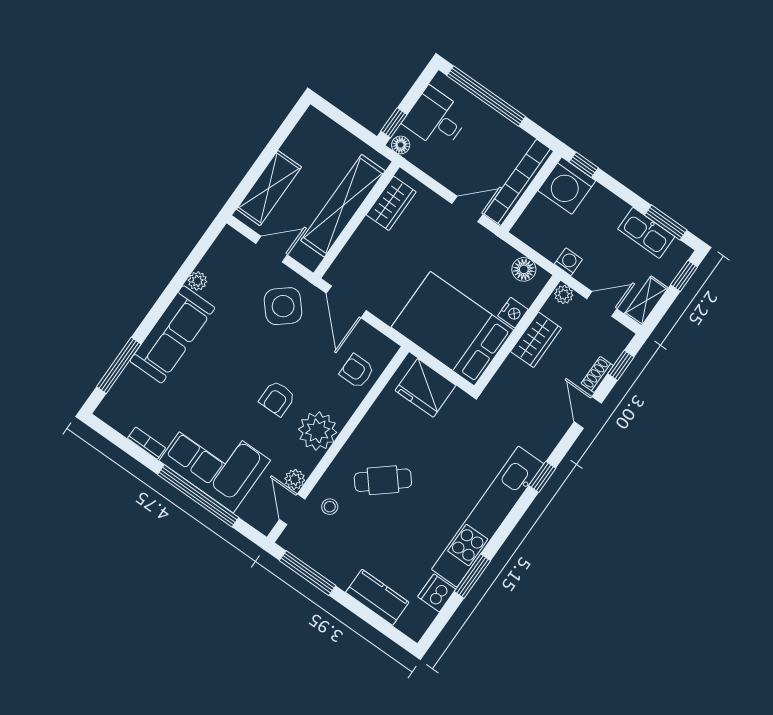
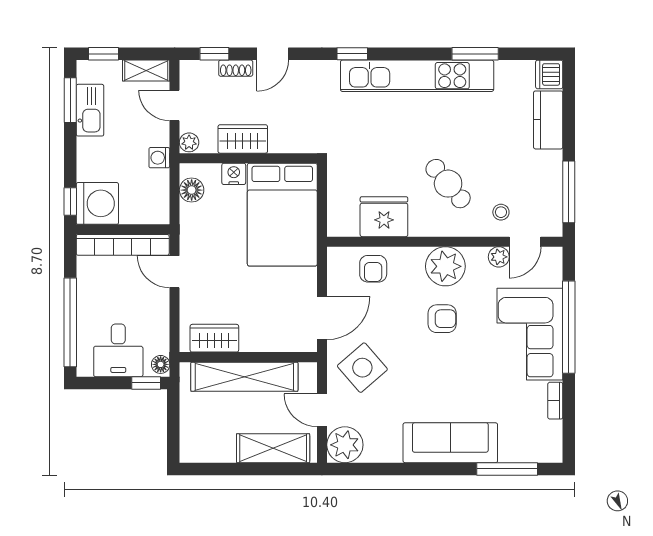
plant: (197, 281) -> (345, 445), moved, width x1.88, depth x1.88
fridge: (426, 388) -> (384, 217), moved, turned -90
dishwasher: (437, 593) -> (549, 74), moved, turned 90

